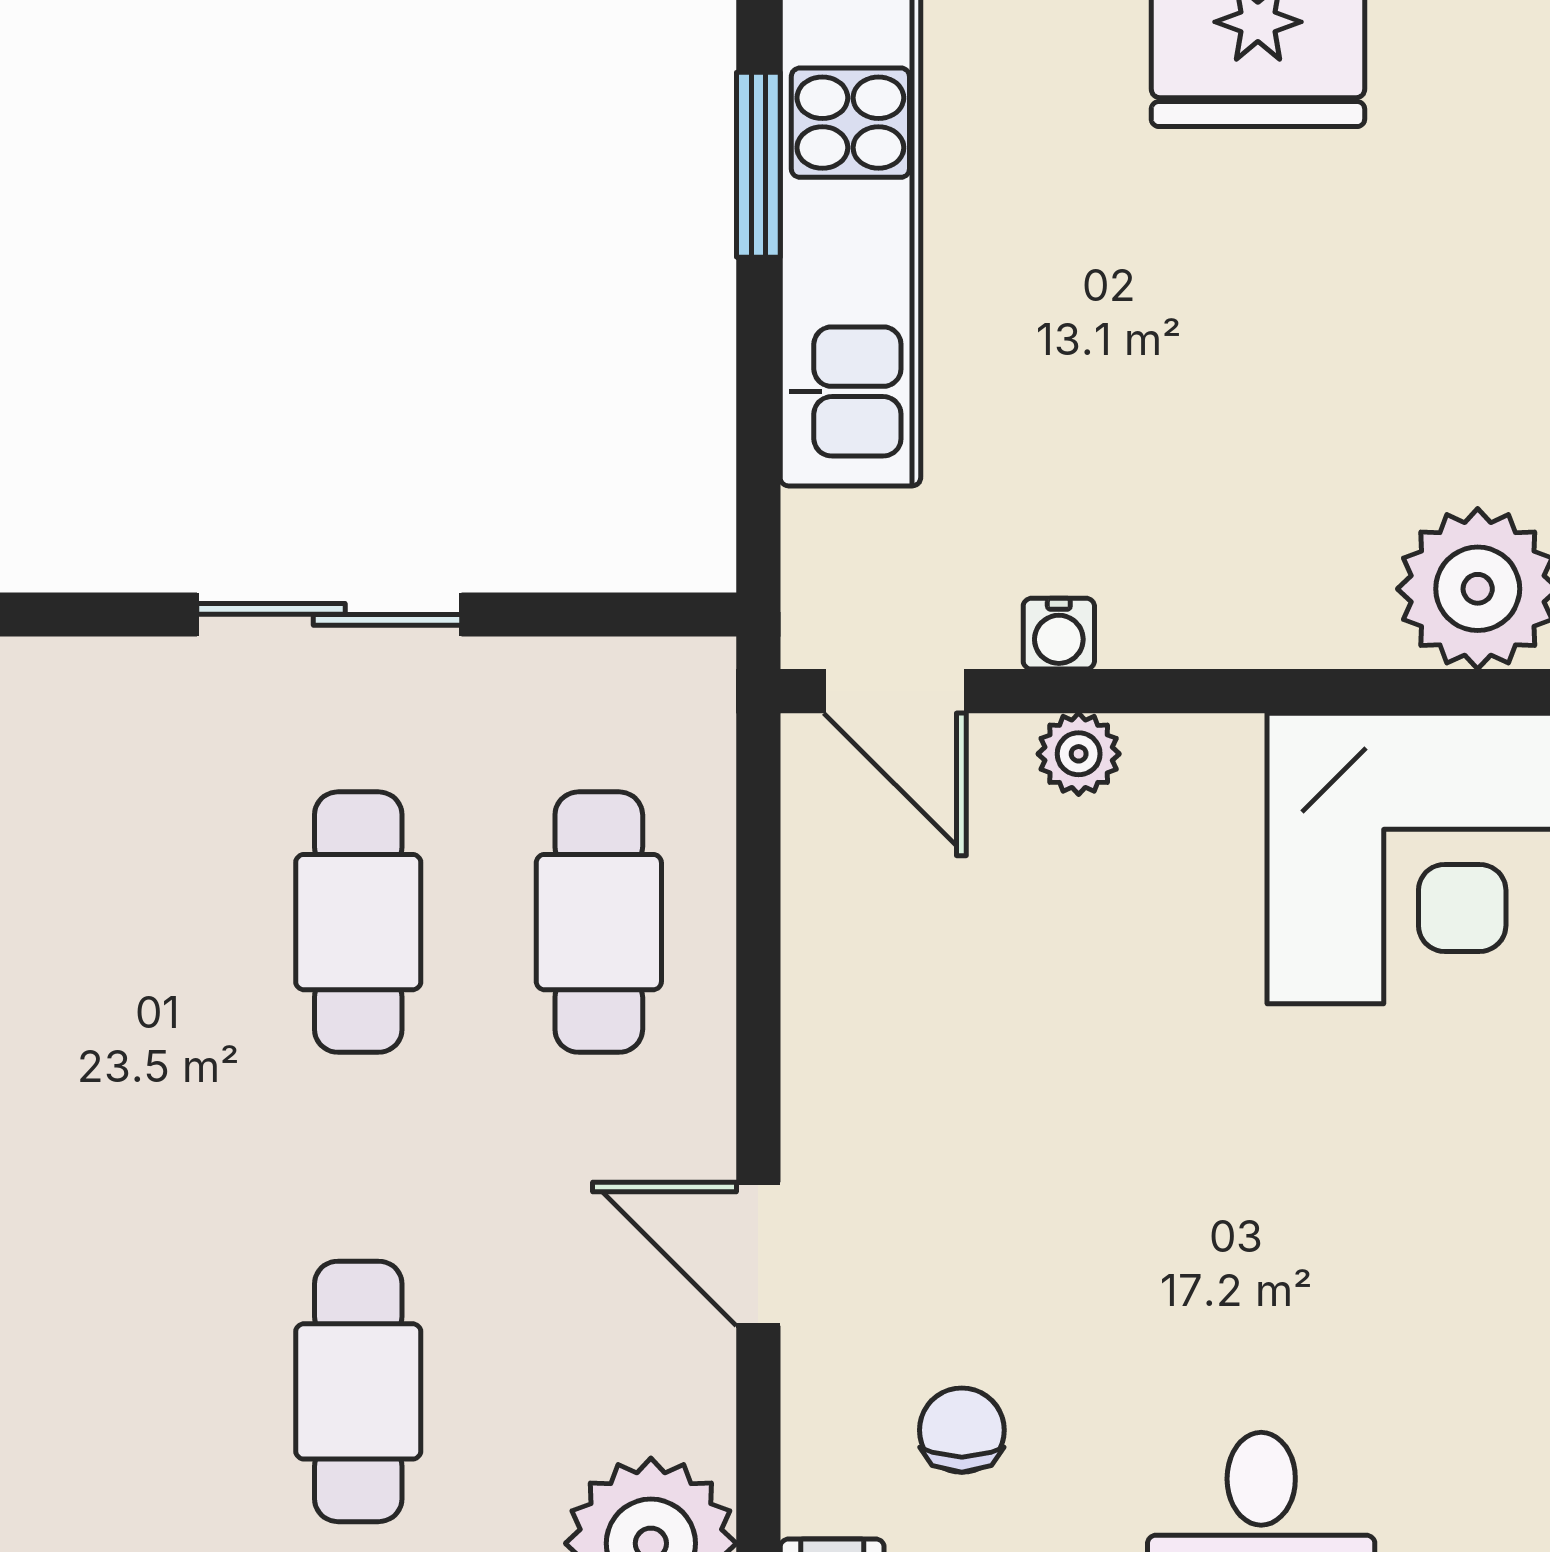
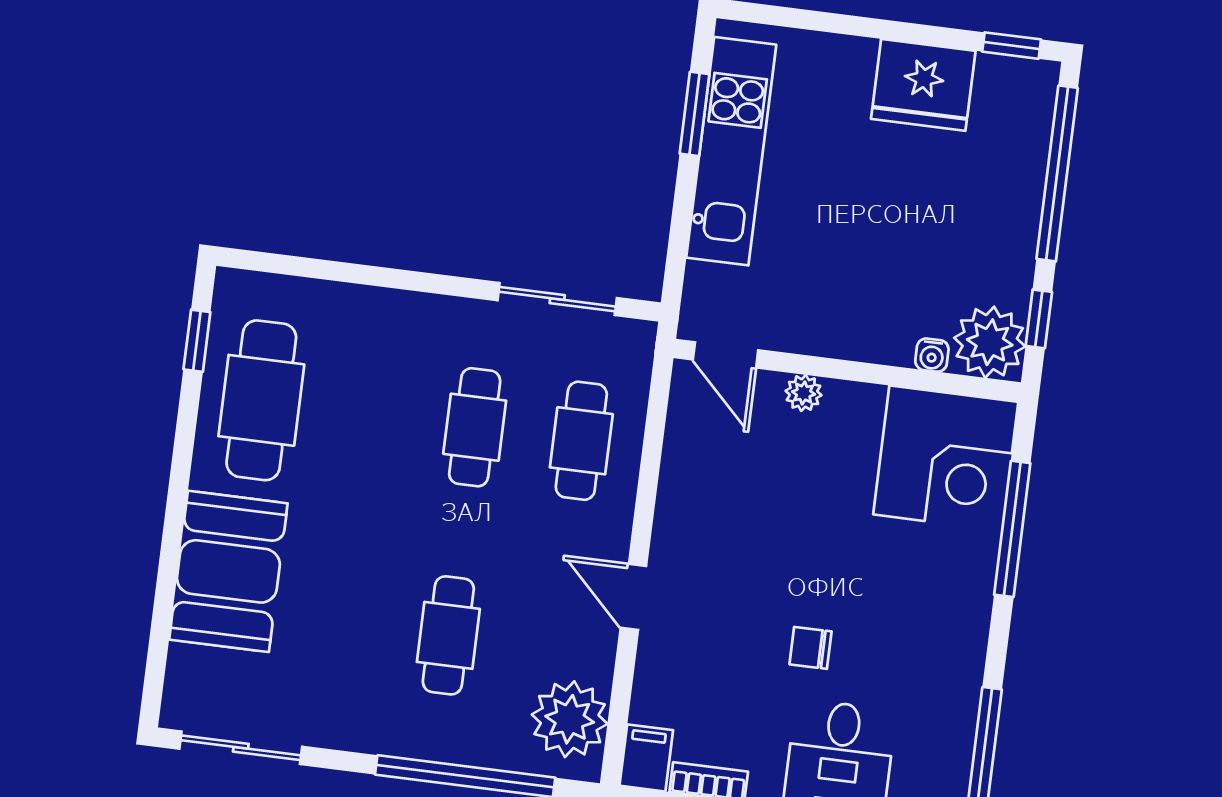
sliding door: (329, 614) -> (557, 299), moved
water cooler: (1059, 634) -> (932, 355), moved
chair: (962, 1430) -> (811, 648), moved, turned -90

